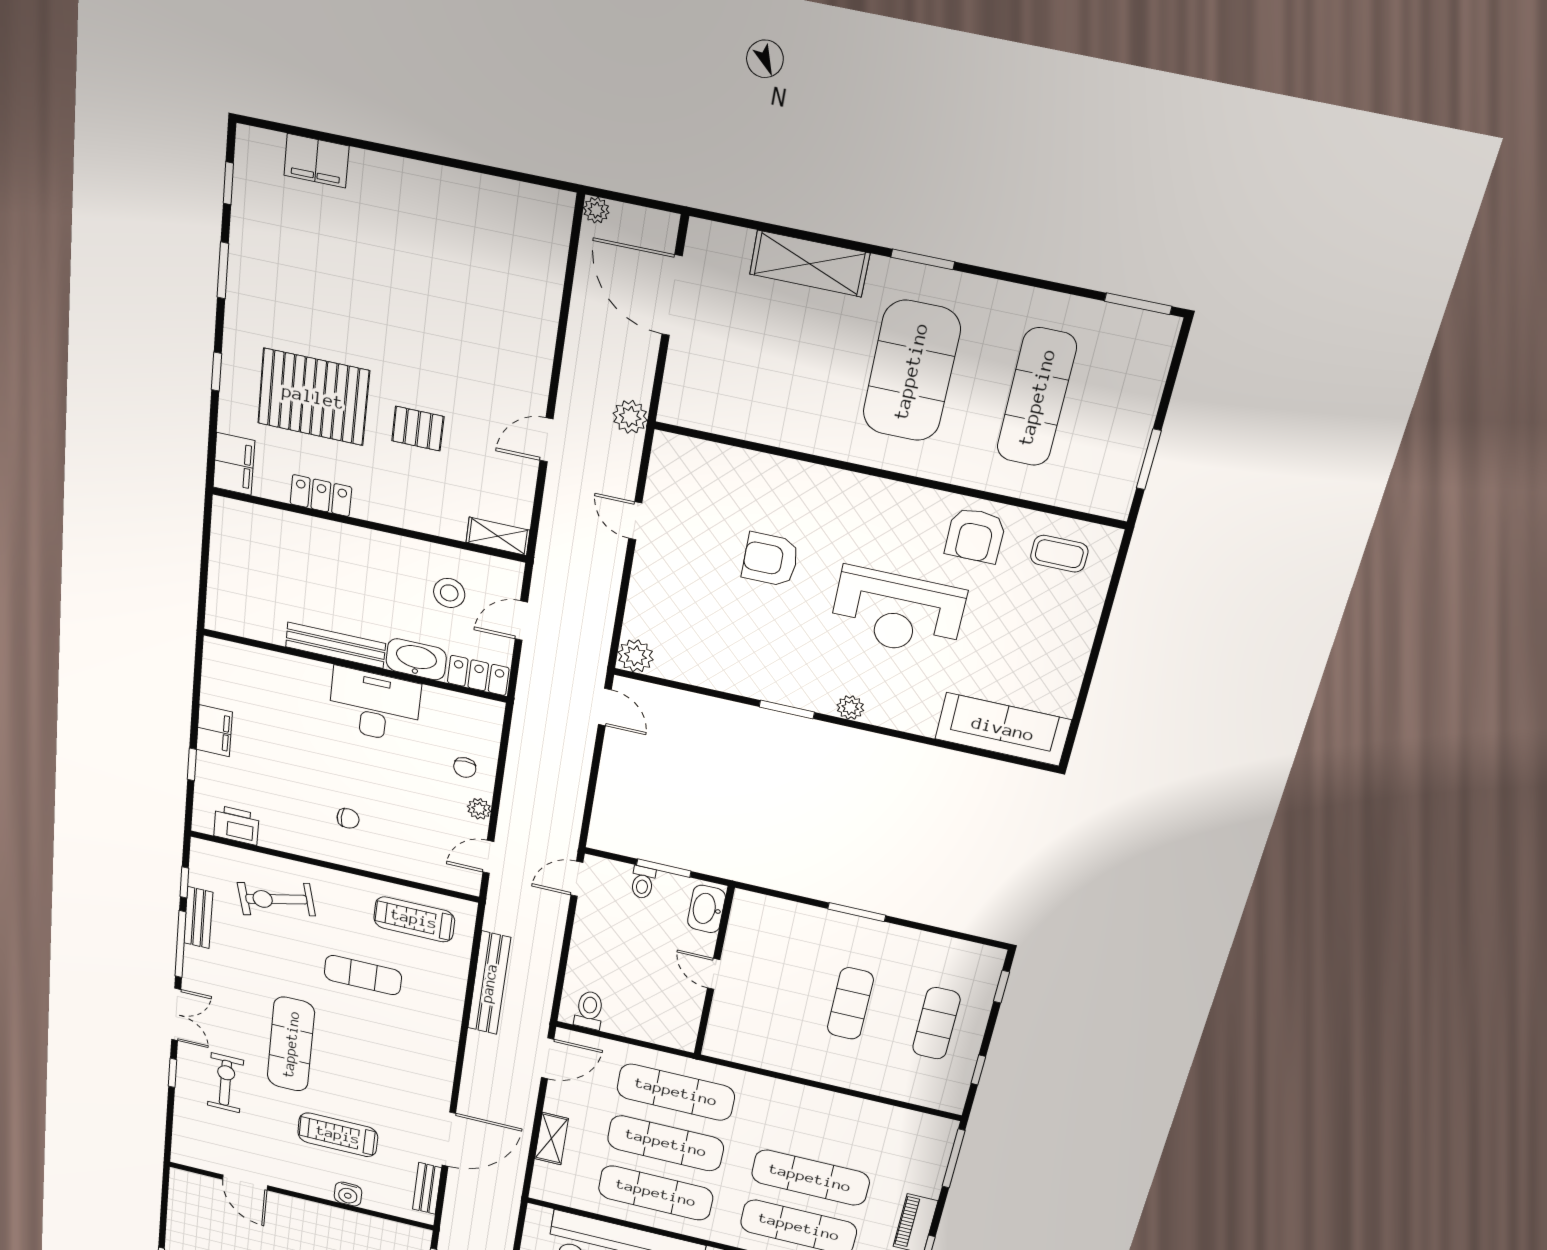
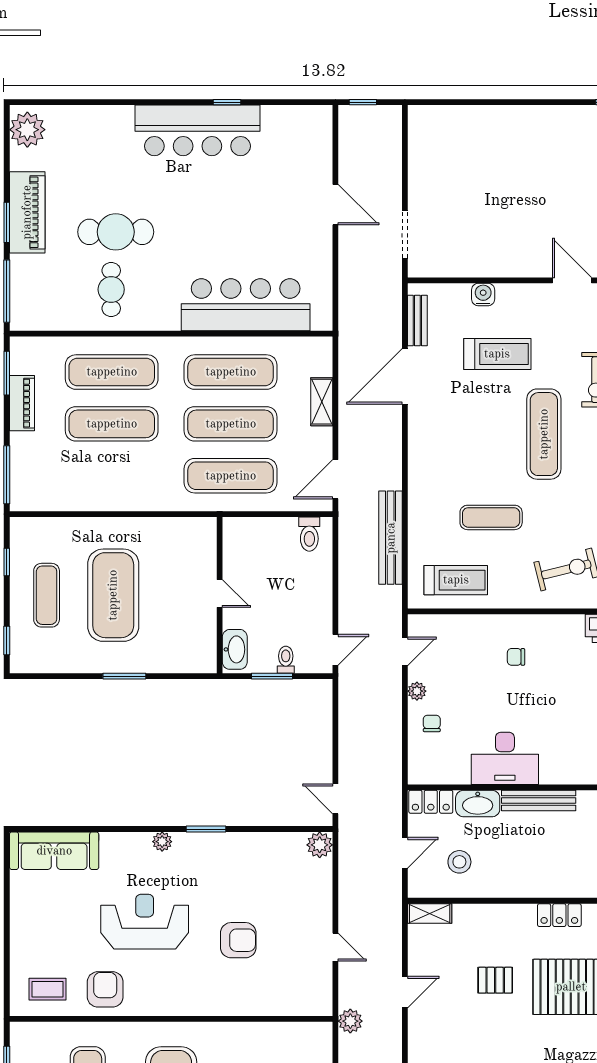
exercise mat: (850, 1004) -> (113, 595), width x2.00, depth x1.45

